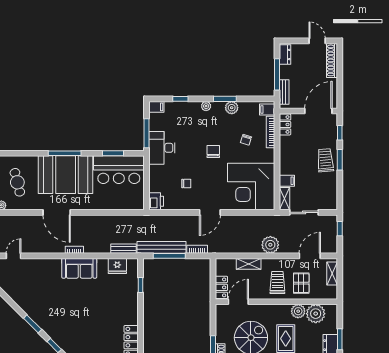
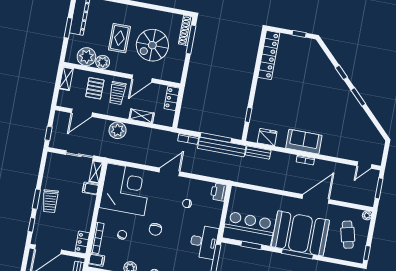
door: (57, 212) -> (316, 199), hinge flipped
shelving: (332, 273) -> (66, 79), moved
door: (238, 302) -> (142, 79), moved

